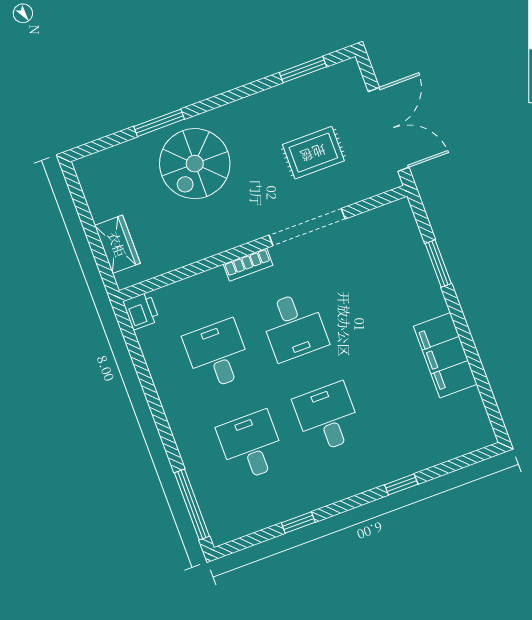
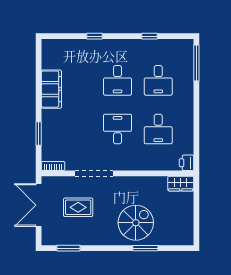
wardrobe: (117, 244) -> (181, 184), moved, turned -90
bookcase: (248, 265) -> (53, 166), moved

